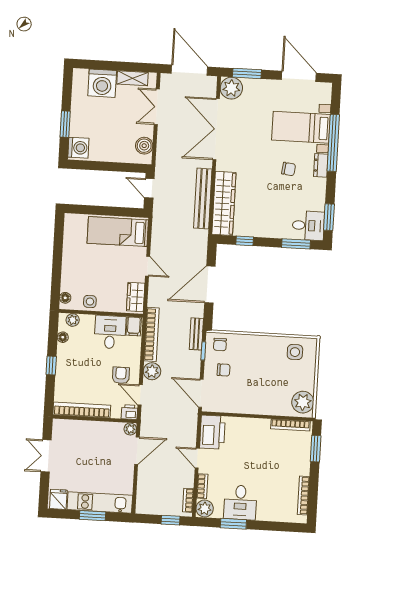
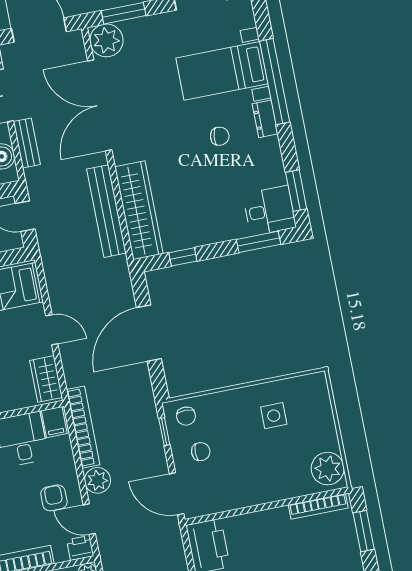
bench: (196, 334) -> (27, 143), moved
side table: (295, 352) -> (274, 416), moved

